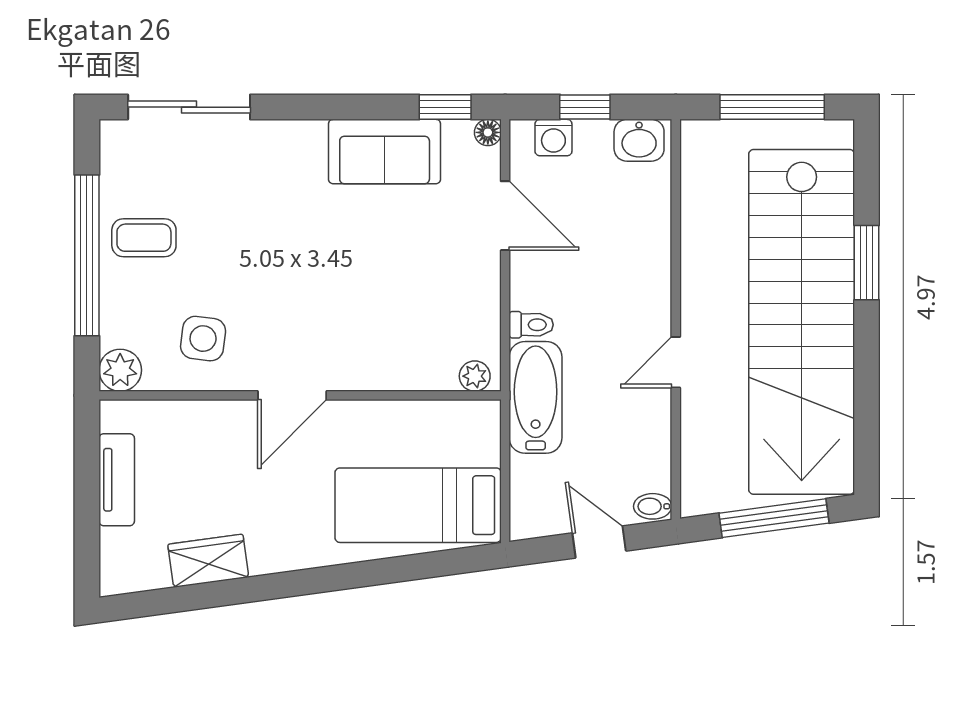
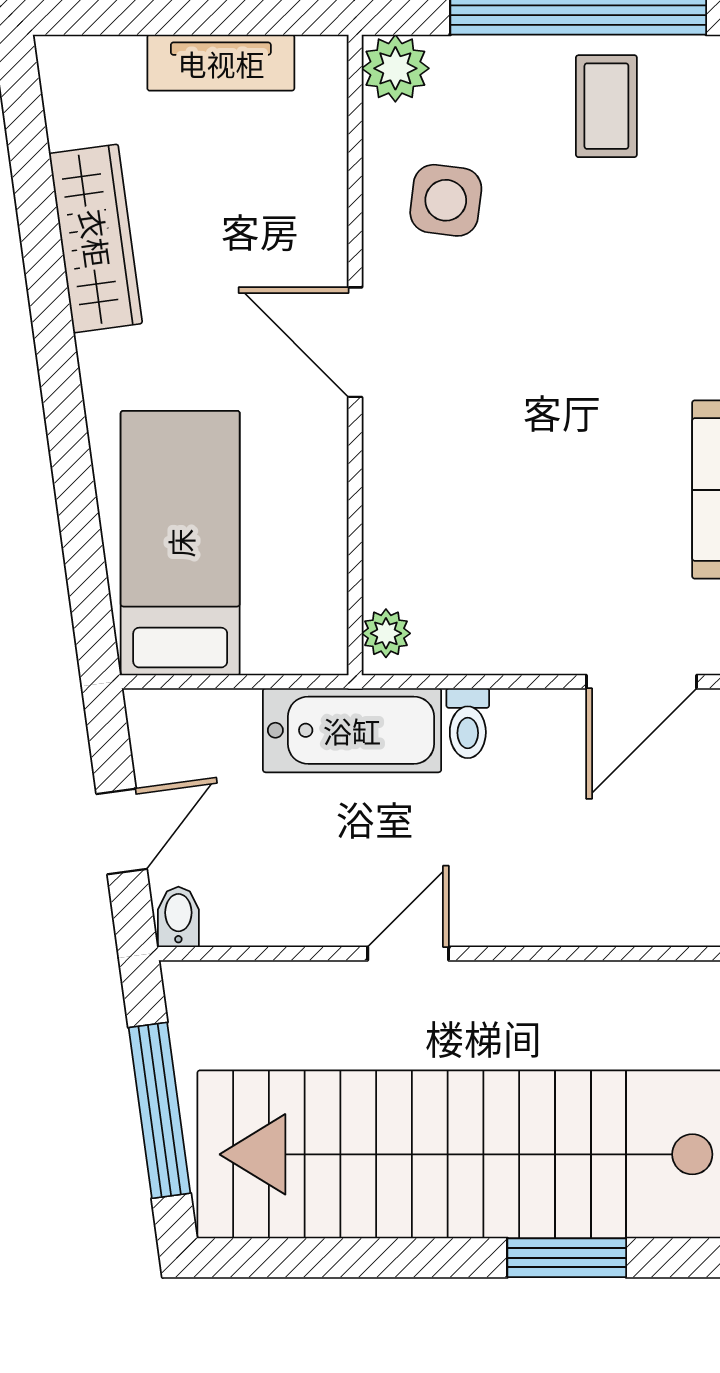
door: (676, 362) -> (408, 954), hinge flipped
wardrobe: (208, 561) -> (96, 238), width x1.50

